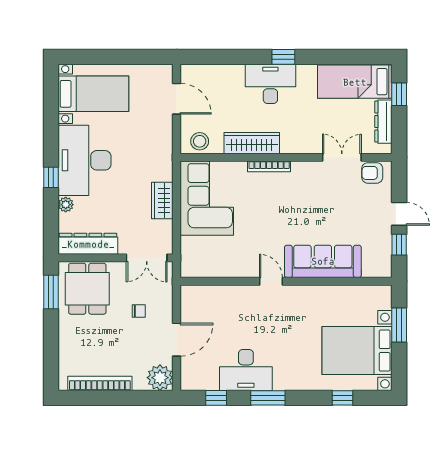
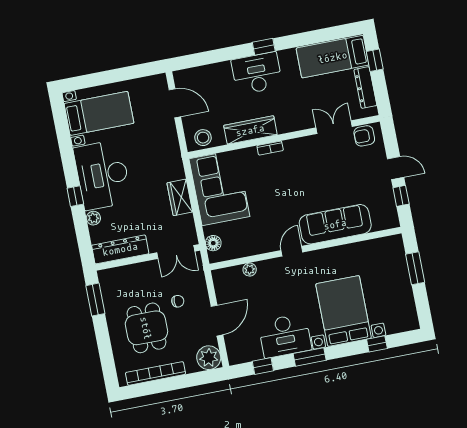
bookcase: (269, 166) -> (270, 148), width x0.64
floor lamp: (189, 256) -> (213, 243), added
door: (271, 281) -> (292, 251), hinge flipped
dining table: (87, 289) -> (146, 328), moved
plant: (222, 292) -> (250, 270), added
bed with nightstands: (357, 351) -> (344, 311), moved, turned 90

